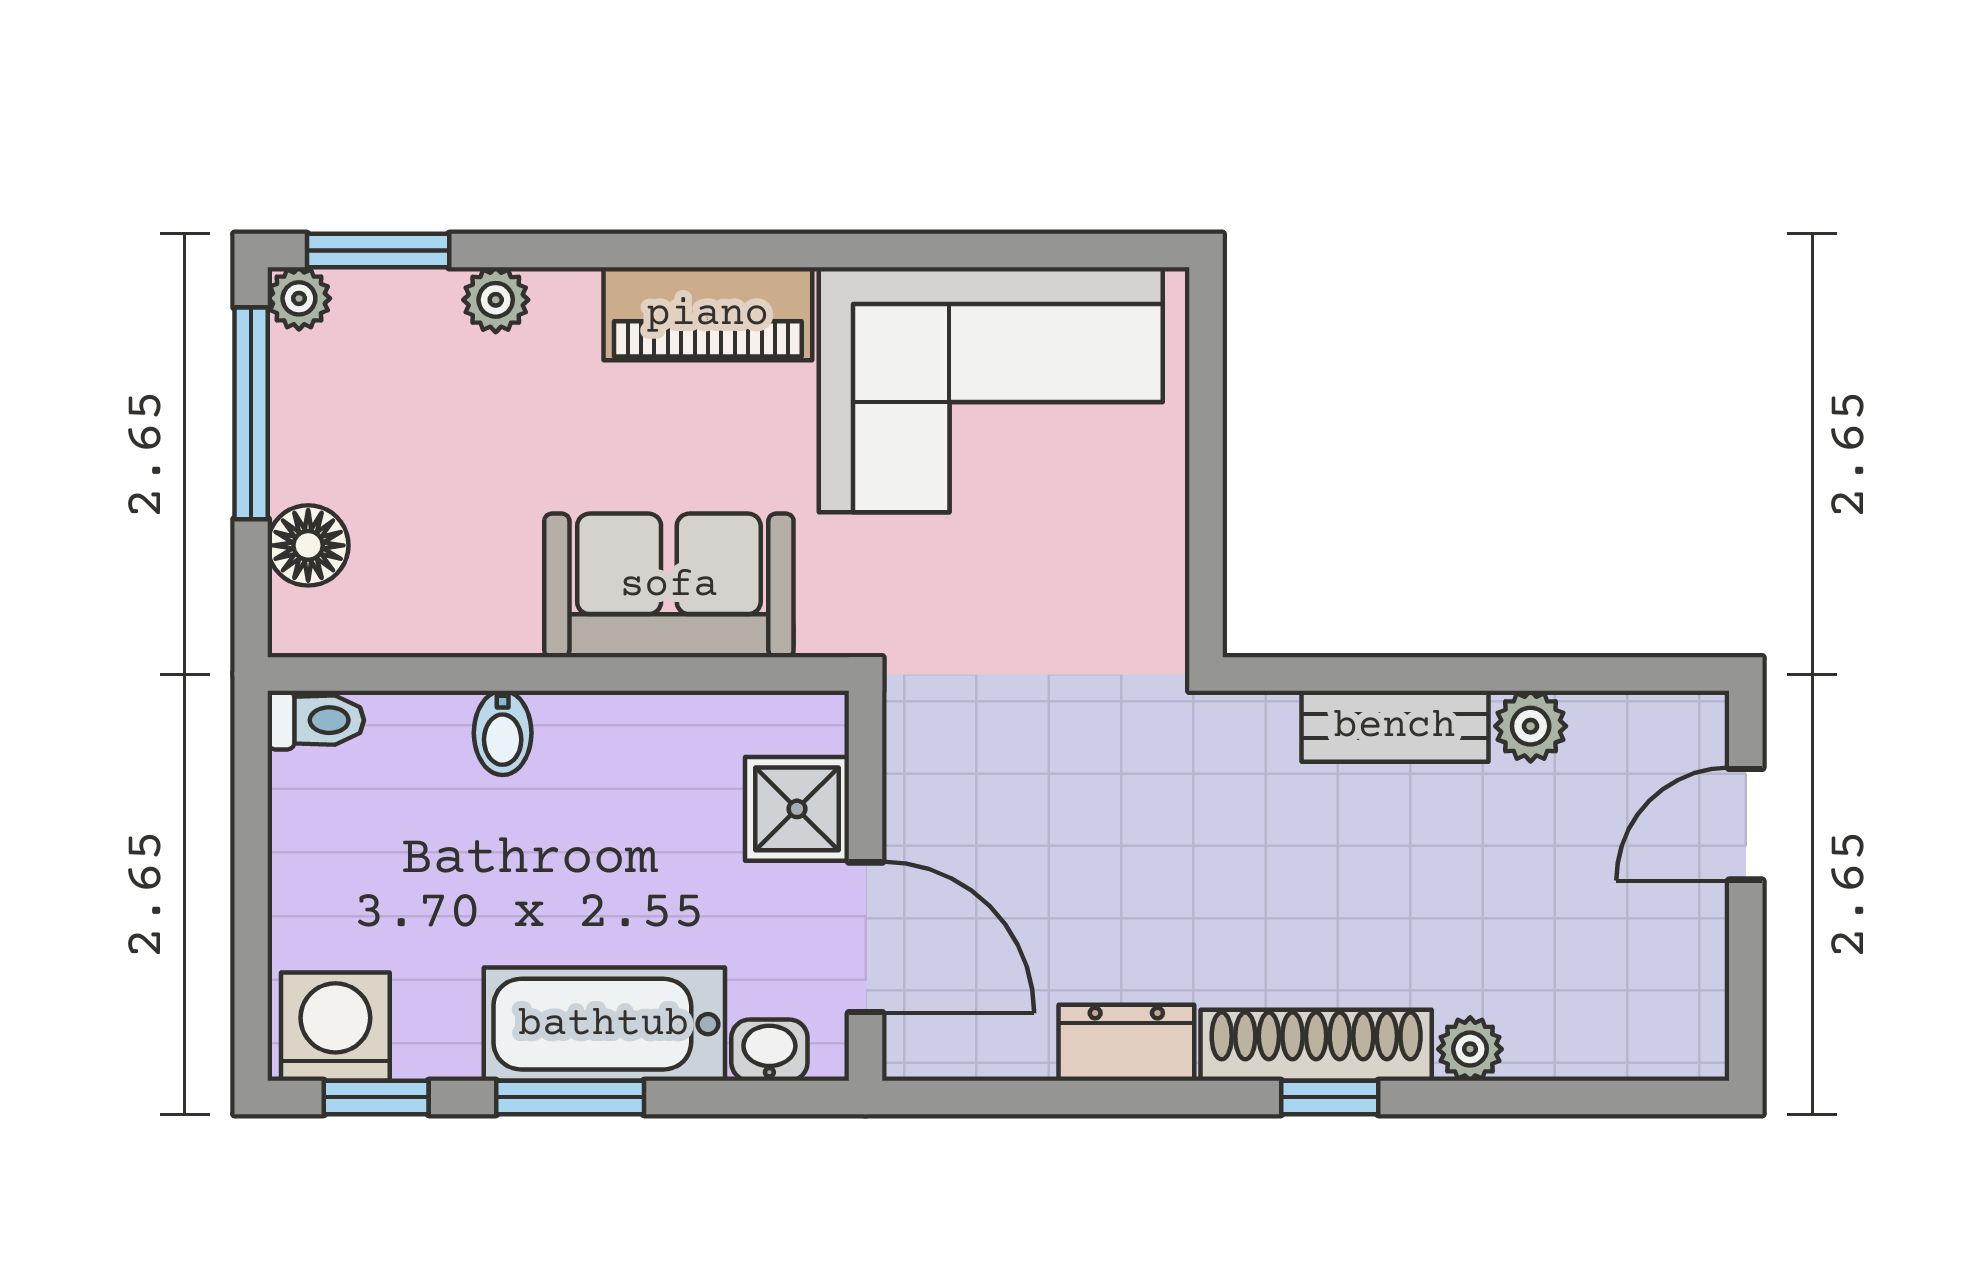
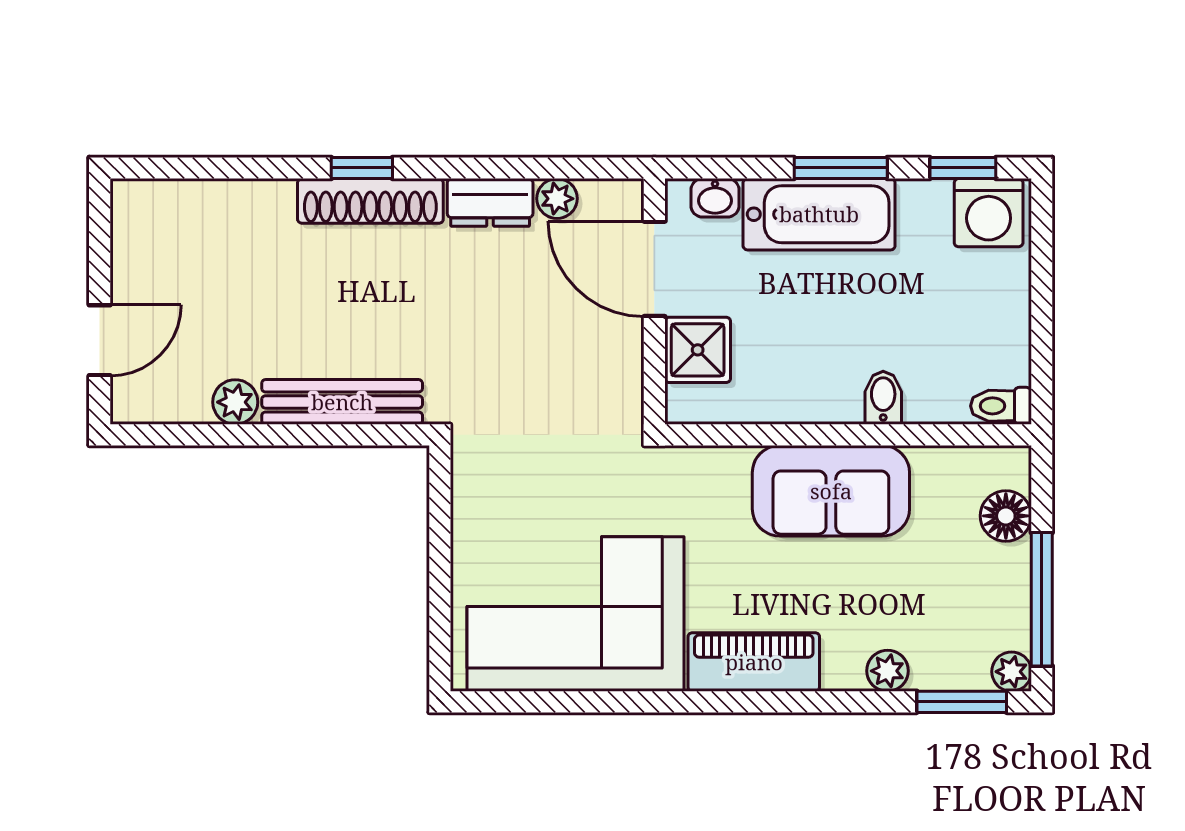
sofa: (669, 585) -> (831, 491), moved
bench: (1395, 726) -> (342, 402), width x1.36
plant: (1470, 1049) -> (557, 199), moved

